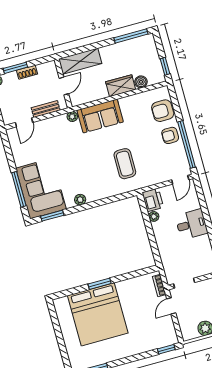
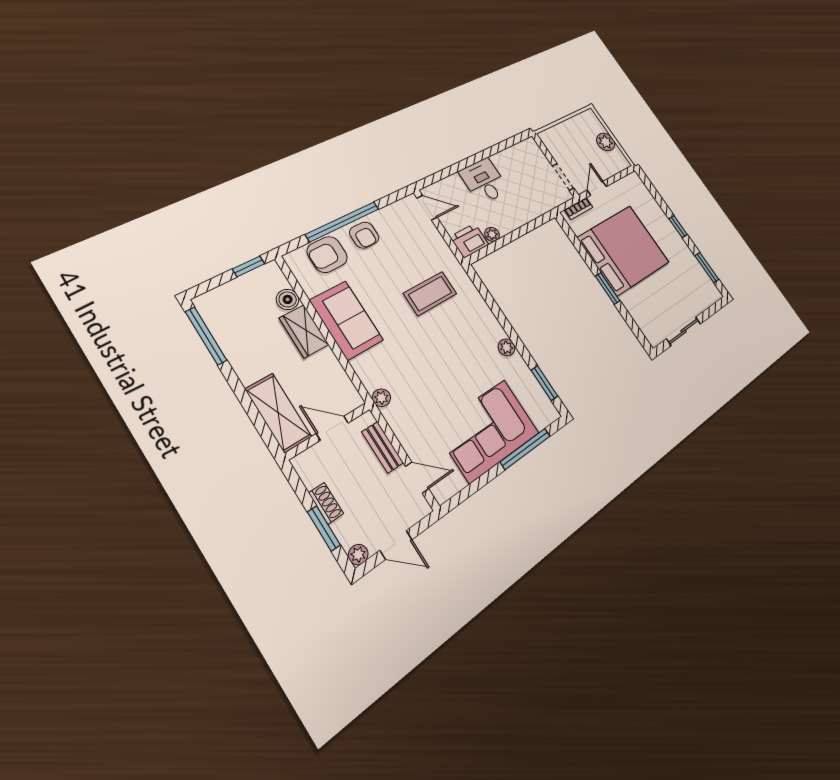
armchair: (163, 111) -> (327, 254), turned 90
sofa: (100, 116) -> (346, 320), moved
window: (187, 144) -> (343, 222), moved
corner sofa: (41, 189) -> (487, 431), moved
door: (171, 306) -> (597, 188), swing flipped
bed: (98, 314) -> (624, 250), moved
sliding door: (57, 328) -> (684, 331), added
window: (166, 349) -> (678, 227), moved

